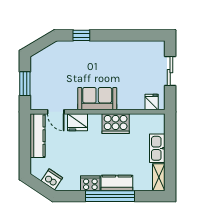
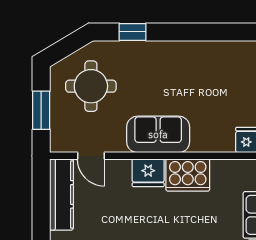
round table: (56, 69) -> (91, 86), added
fridge: (77, 122) -> (148, 173), moved

